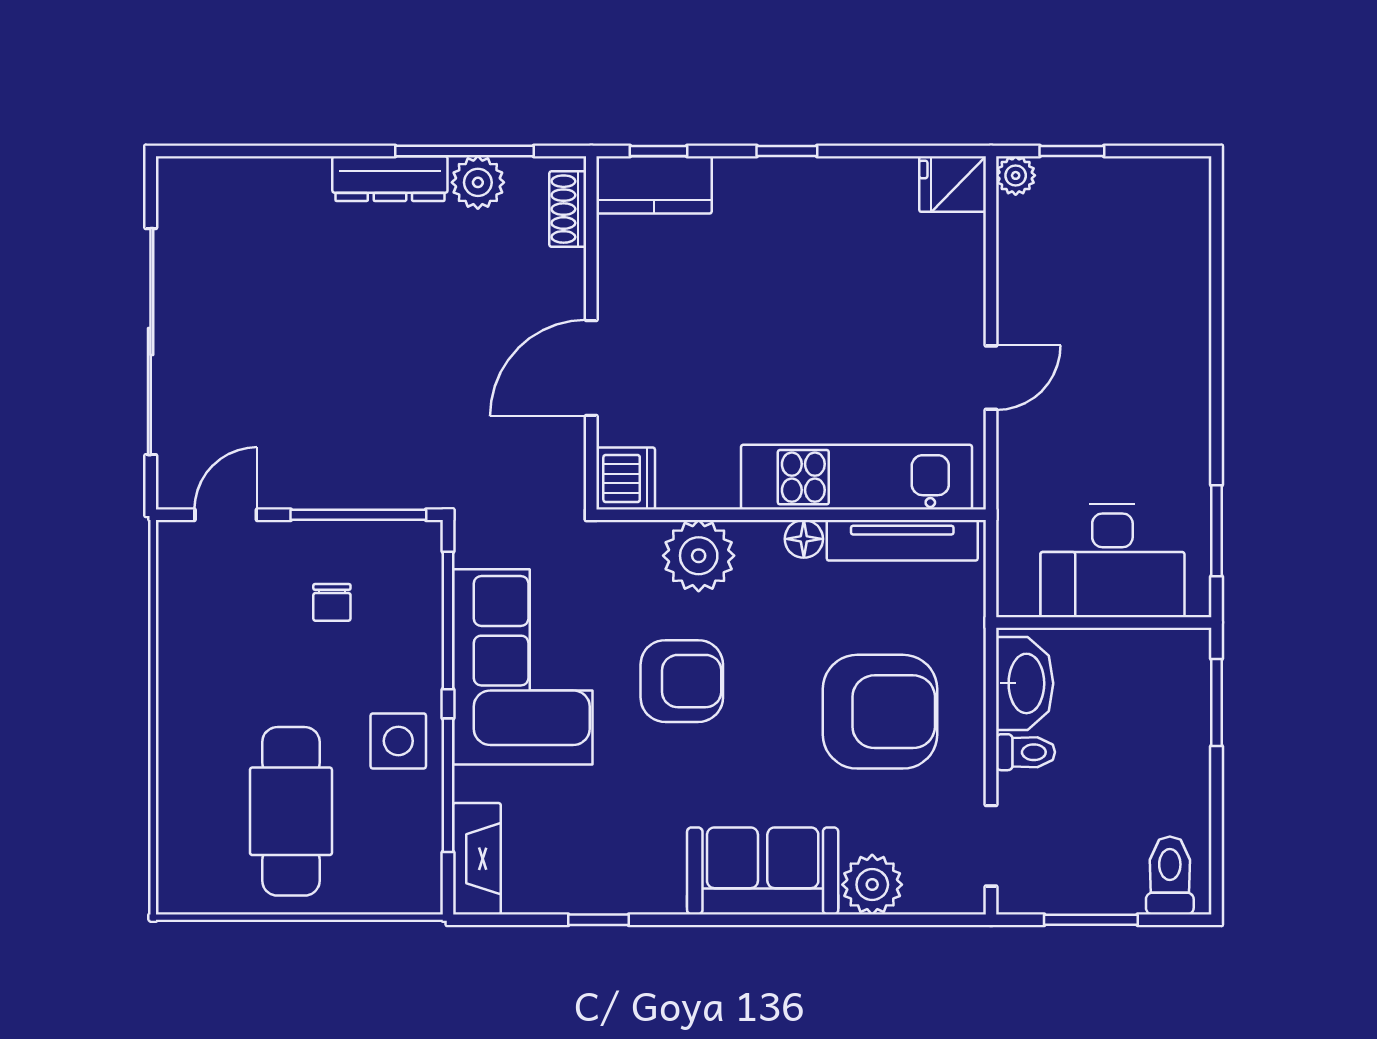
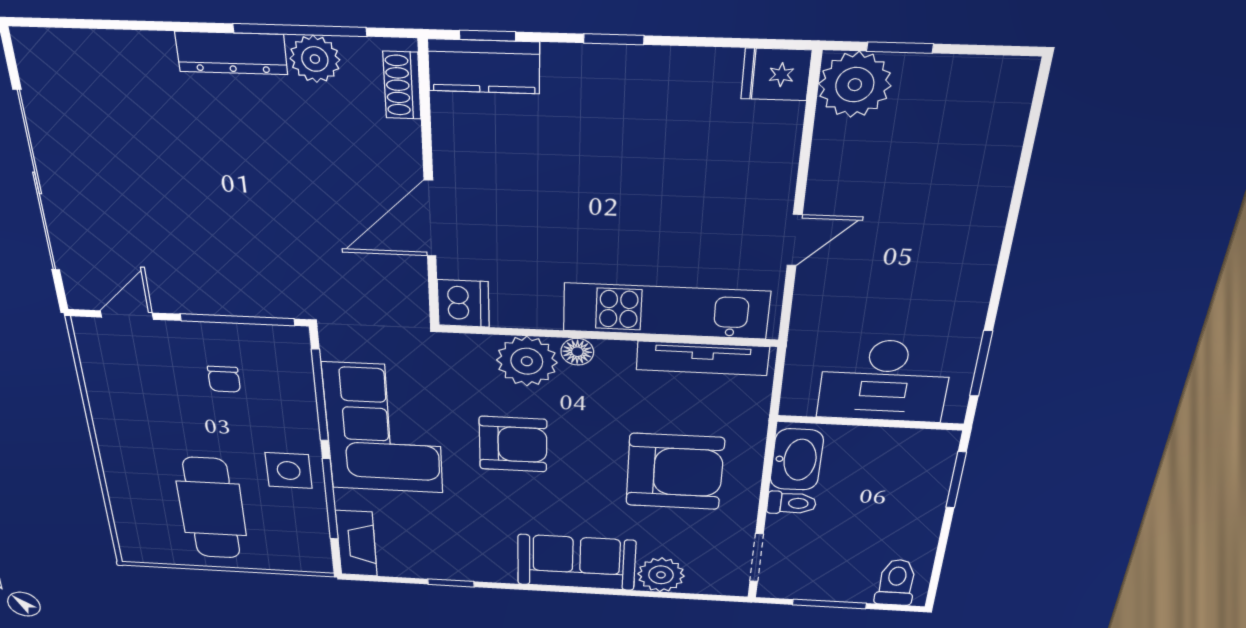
plant: (1016, 175) -> (855, 85), width x1.87, depth x1.87
floor lamp: (804, 539) -> (577, 352), moved

